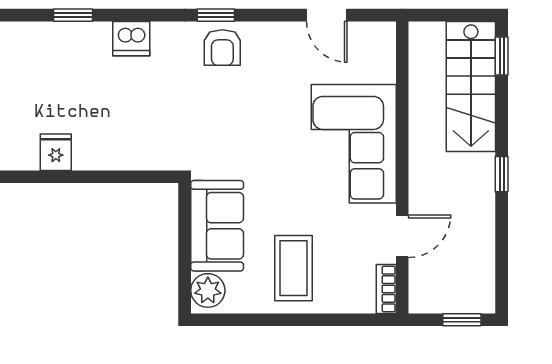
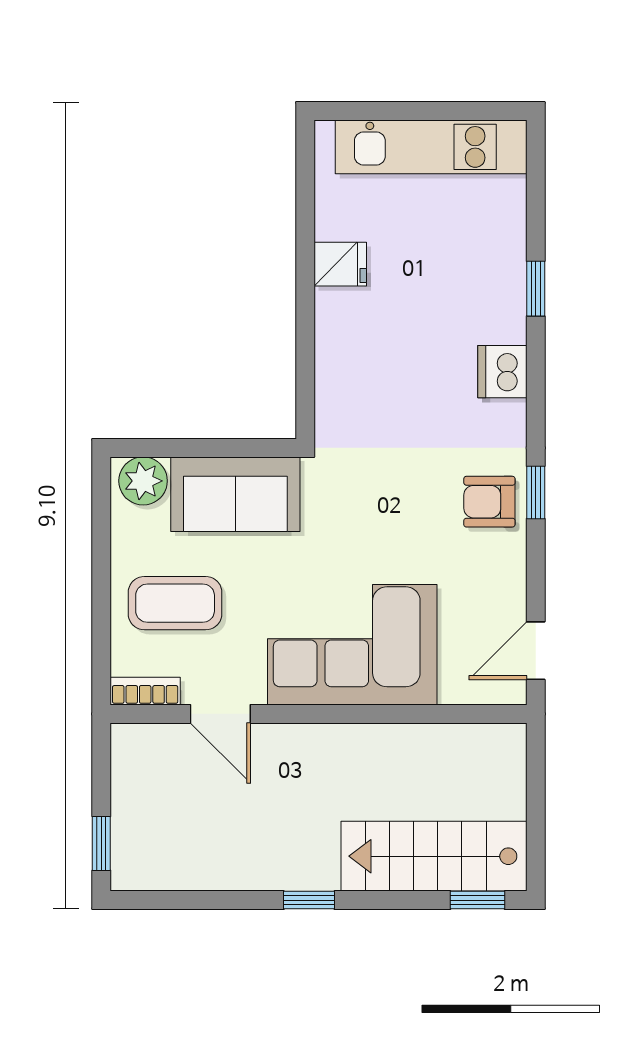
corner sofa: (354, 144) -> (352, 645), moved
wall: (402, 167) -> (319, 714), moved
door: (402, 236) -> (220, 714), moved
bookcase: (386, 289) -> (145, 691), moved

